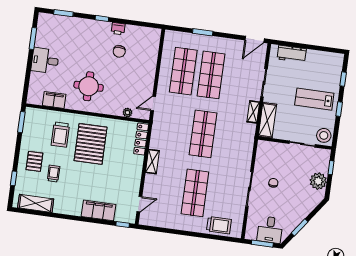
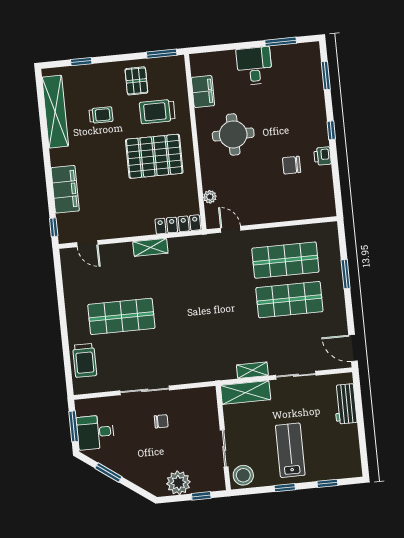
shop shelf: (203, 134) -> (205, 308), removed
pallet: (34, 161) -> (136, 81), moved, turned 90
shelving: (36, 203) -> (55, 112), width x1.47

